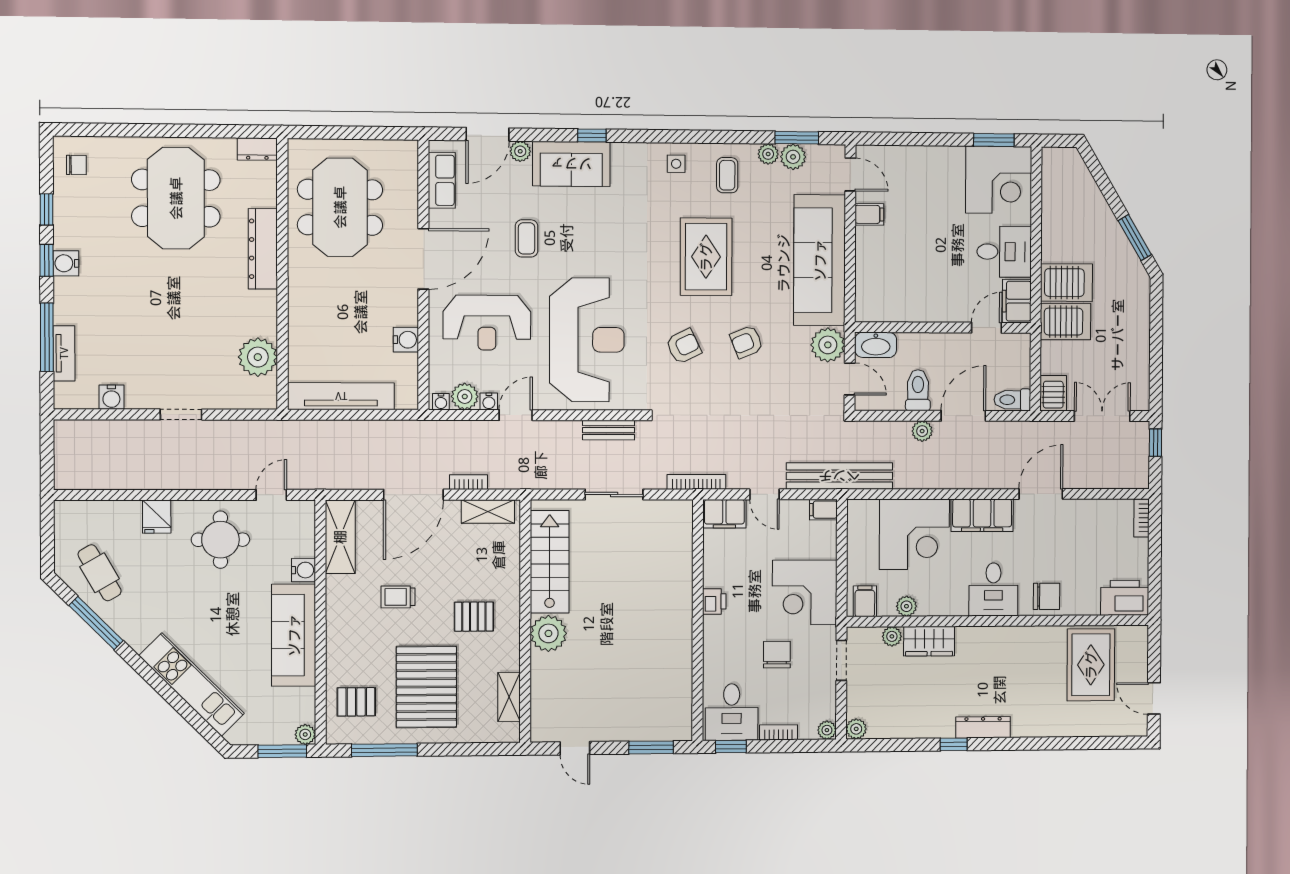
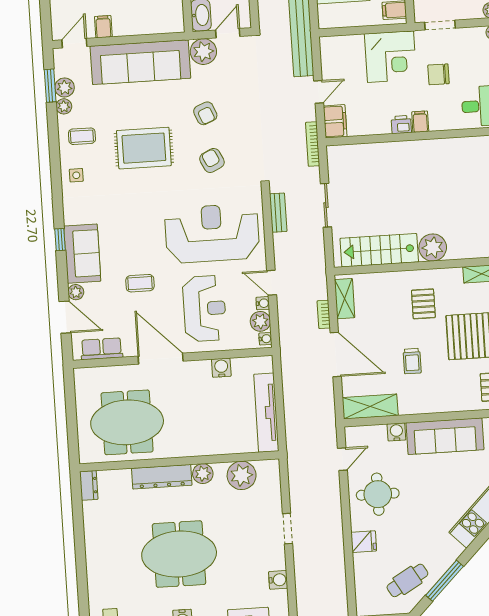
meeting table: (176, 198) -> (179, 554), moved
plant: (264, 305) -> (203, 474), added
door: (271, 495) -> (342, 459), swing flipped
filing cabinet: (823, 510) -> (420, 122), moved, turned 180

